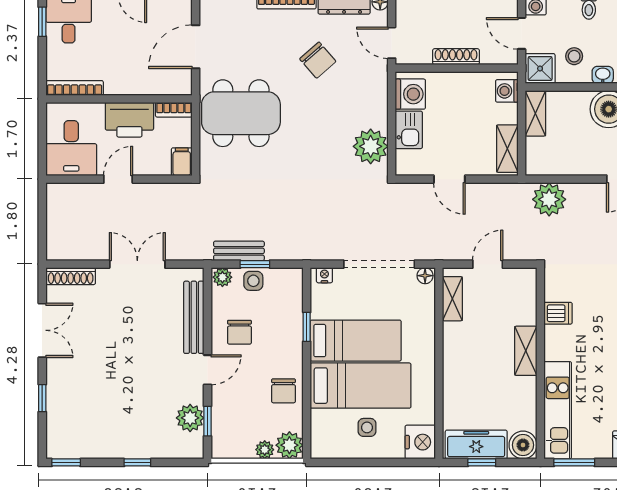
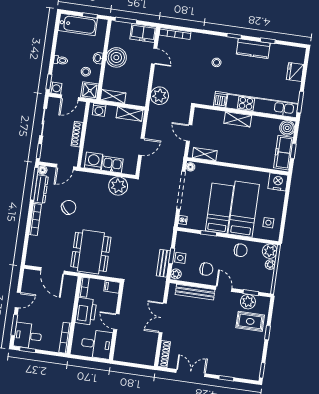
kitchen unit: (558, 410) -> (262, 106), width x1.36
rug: (154, 427) -> (250, 321), added
side table: (367, 427) -> (268, 223), moved

